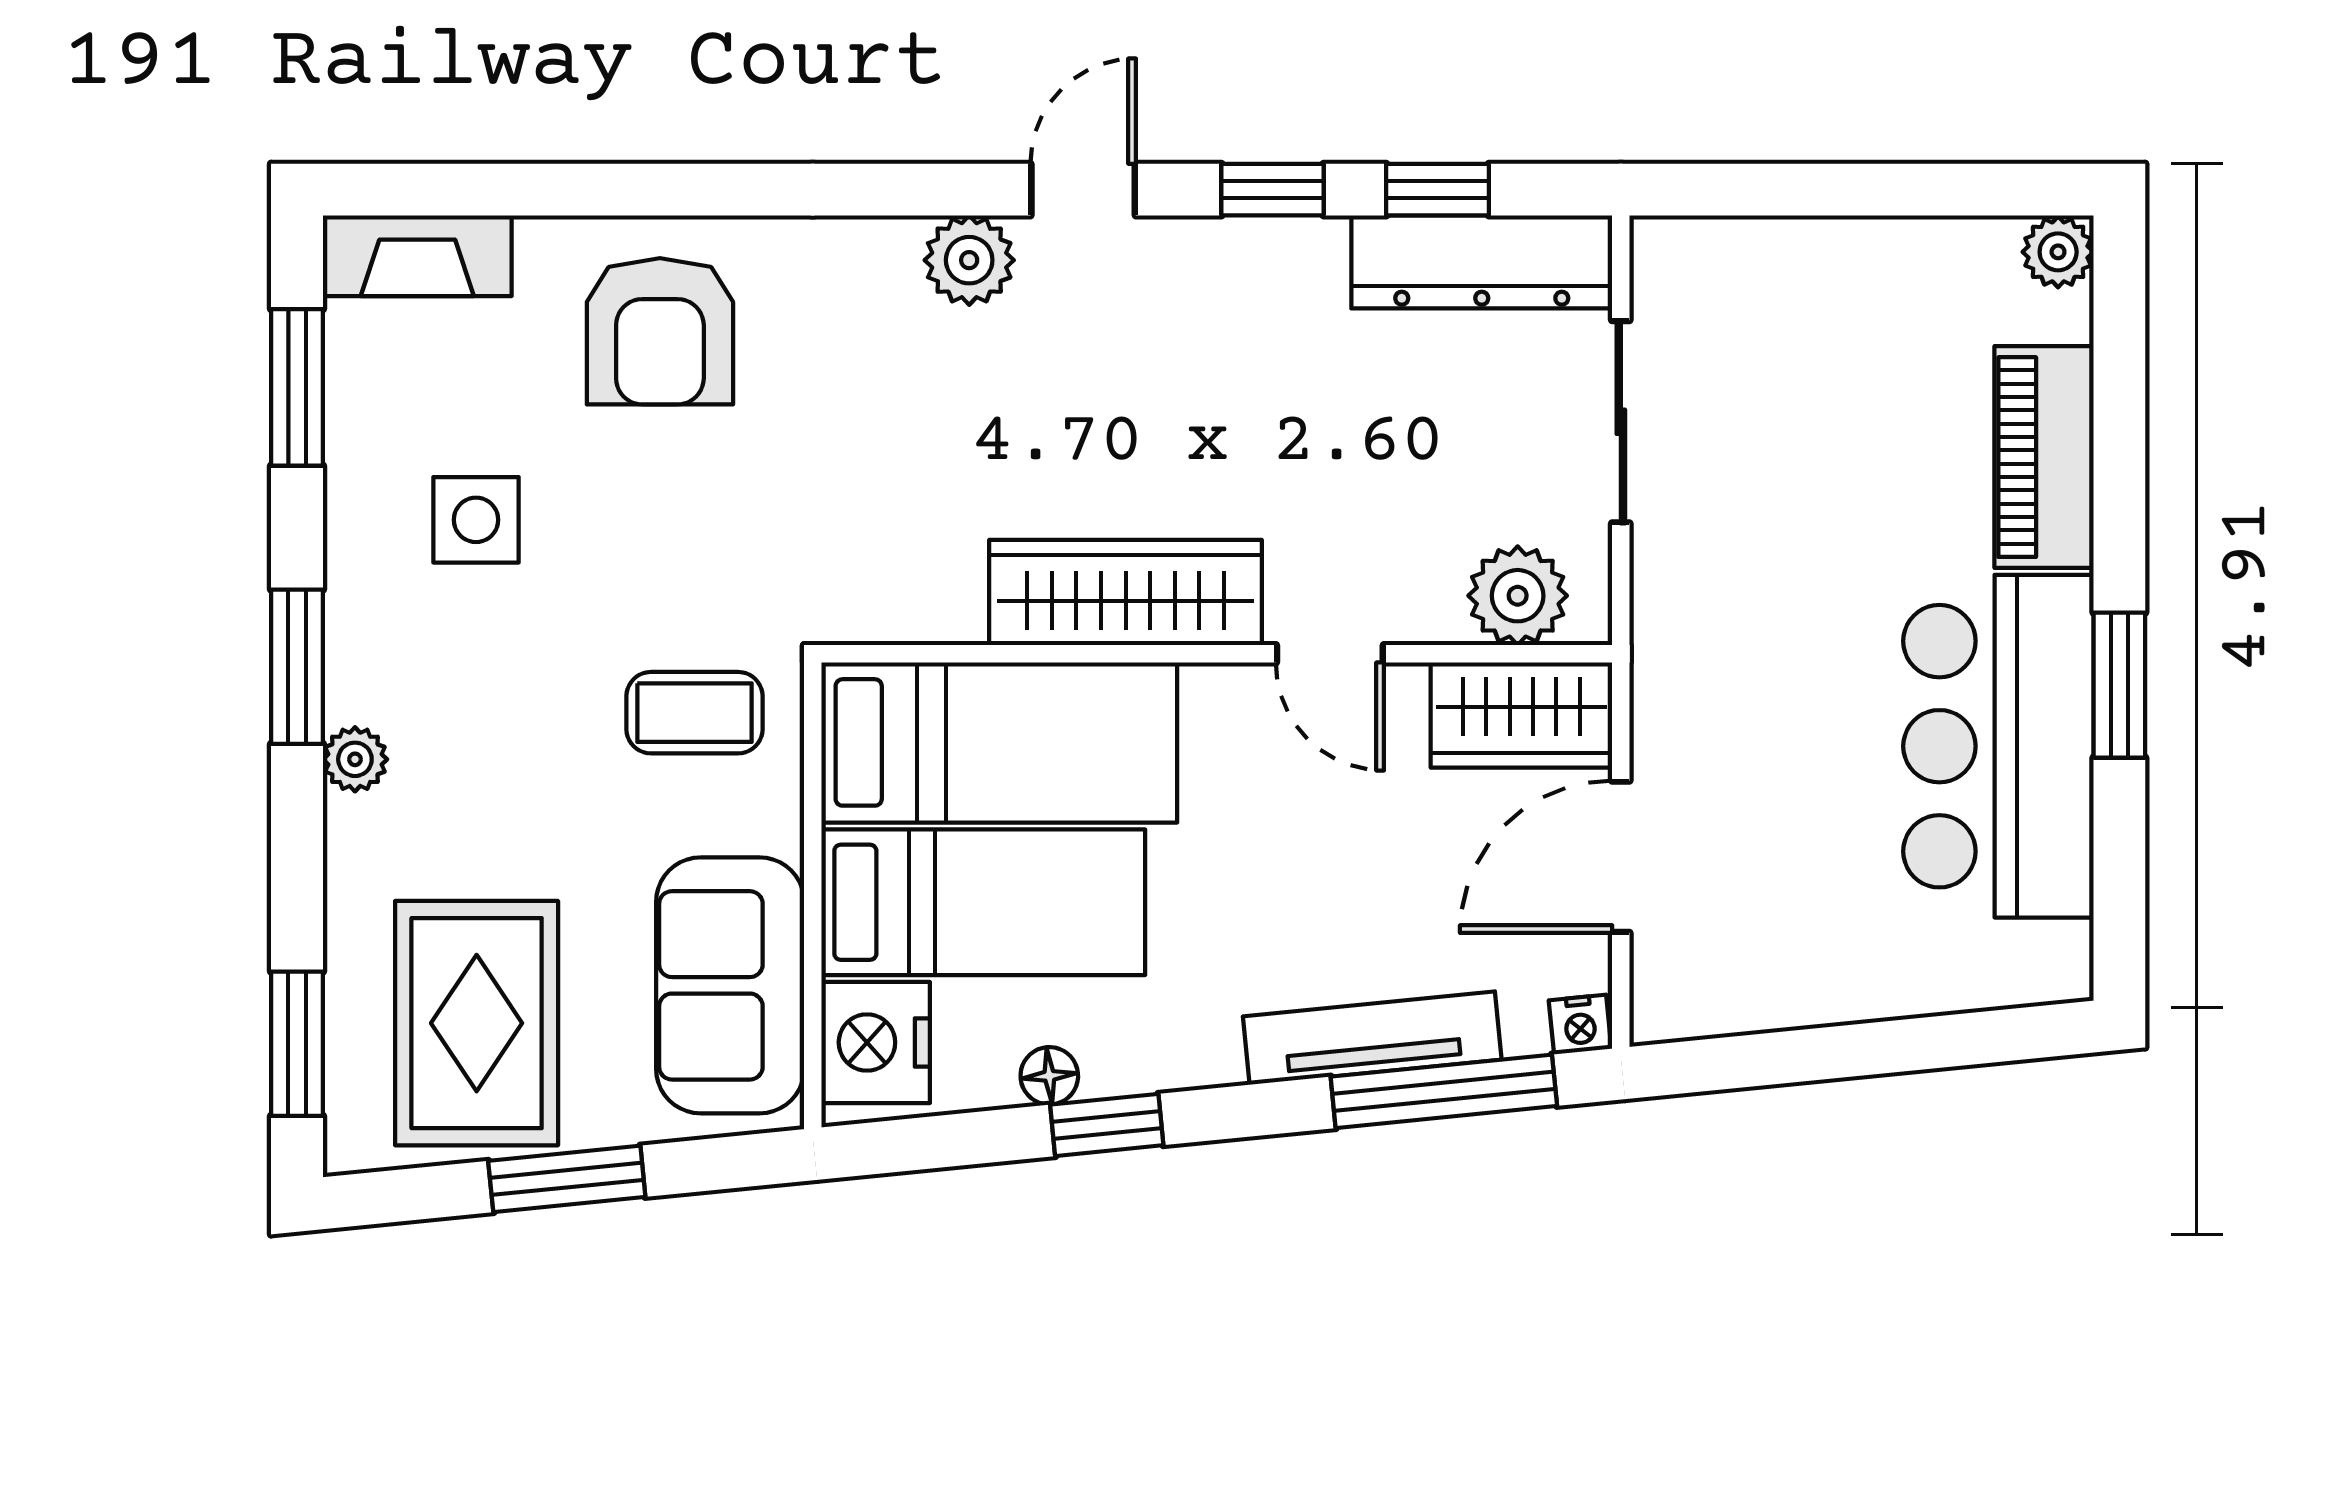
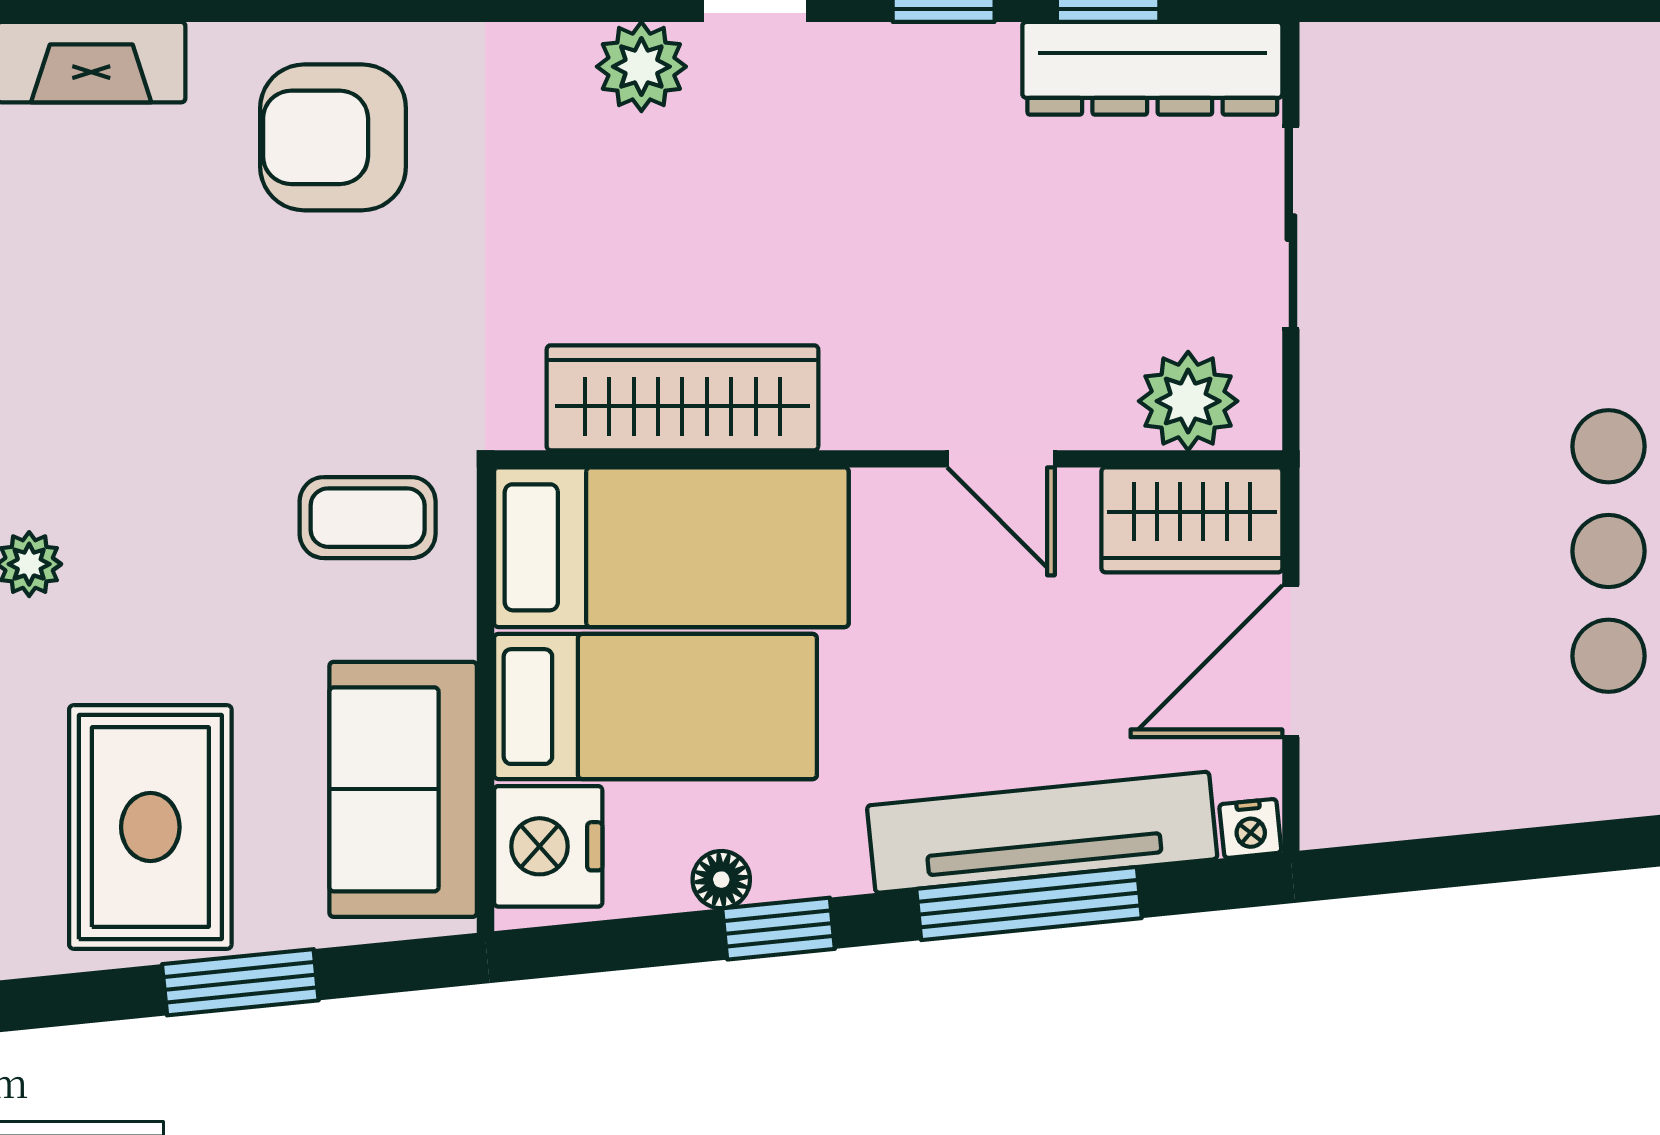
armchair: (660, 331) -> (333, 137), turned 90
side table: (476, 520) -> (150, 325), removed
wardrobe: (1126, 593) -> (682, 398), moved
tv unit: (1372, 1038) -> (1042, 832), width x1.36, depth x1.29
window: (1444, 1091) -> (1029, 904), moved

